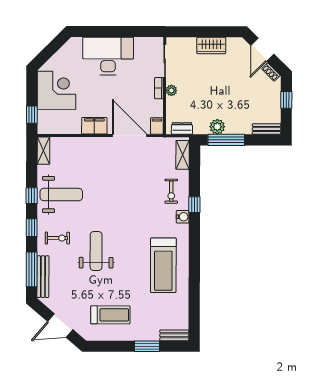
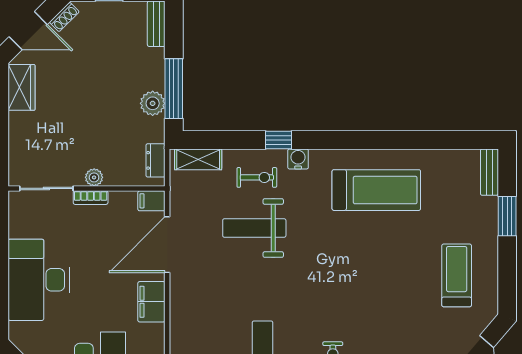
wardrobe: (211, 46) -> (22, 87), moved
weight bench: (96, 251) -> (254, 228), moved

